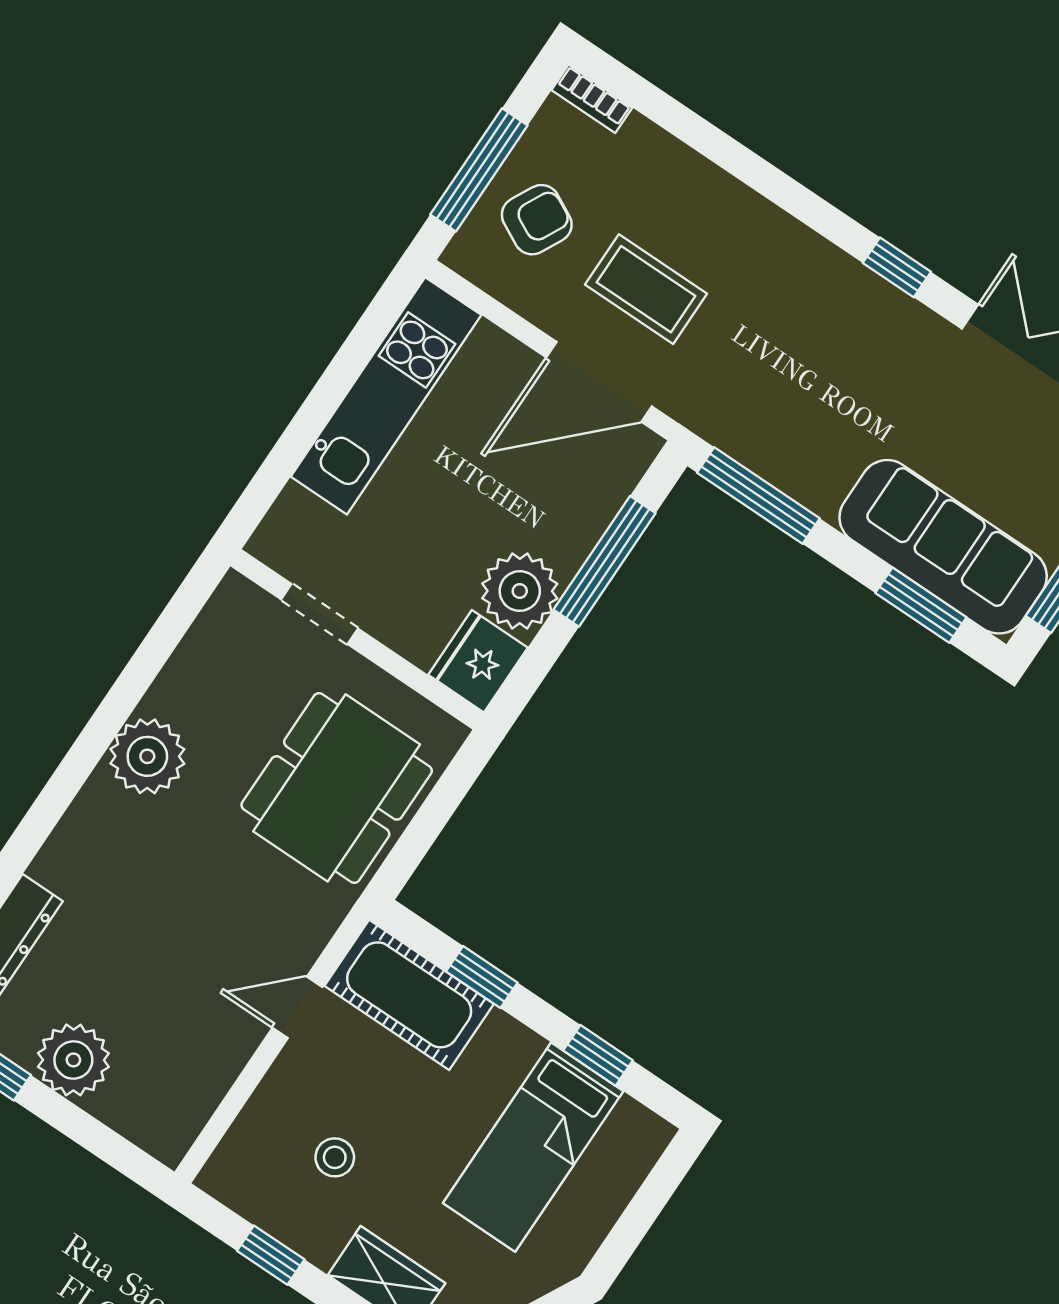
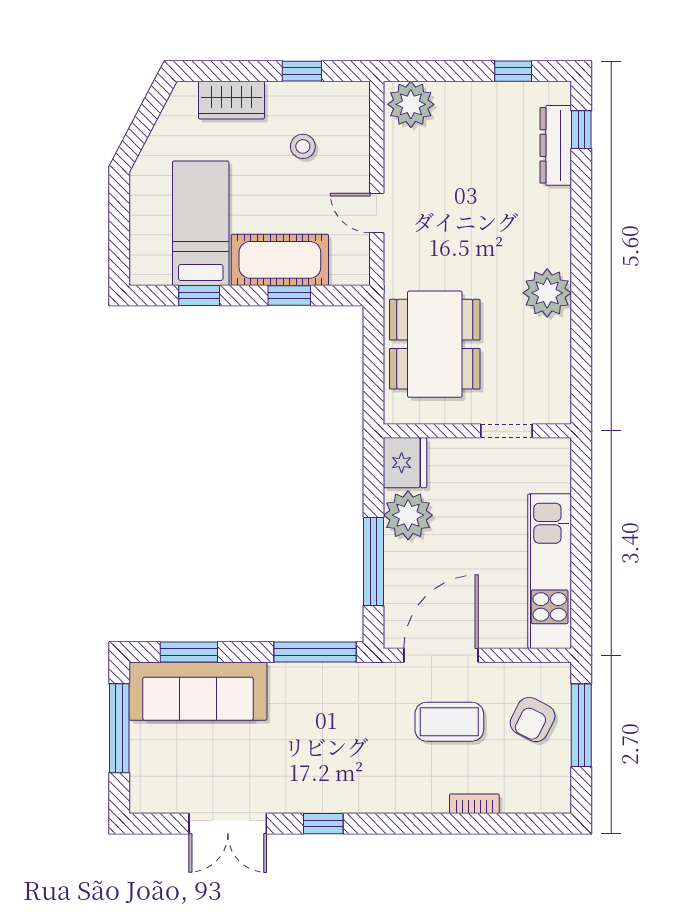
bookcase: (592, 99) -> (474, 804), moved
cot: (409, 995) -> (280, 260), moved
door: (297, 1007) -> (377, 213), swing flipped
plant: (73, 1060) -> (411, 104), moved

